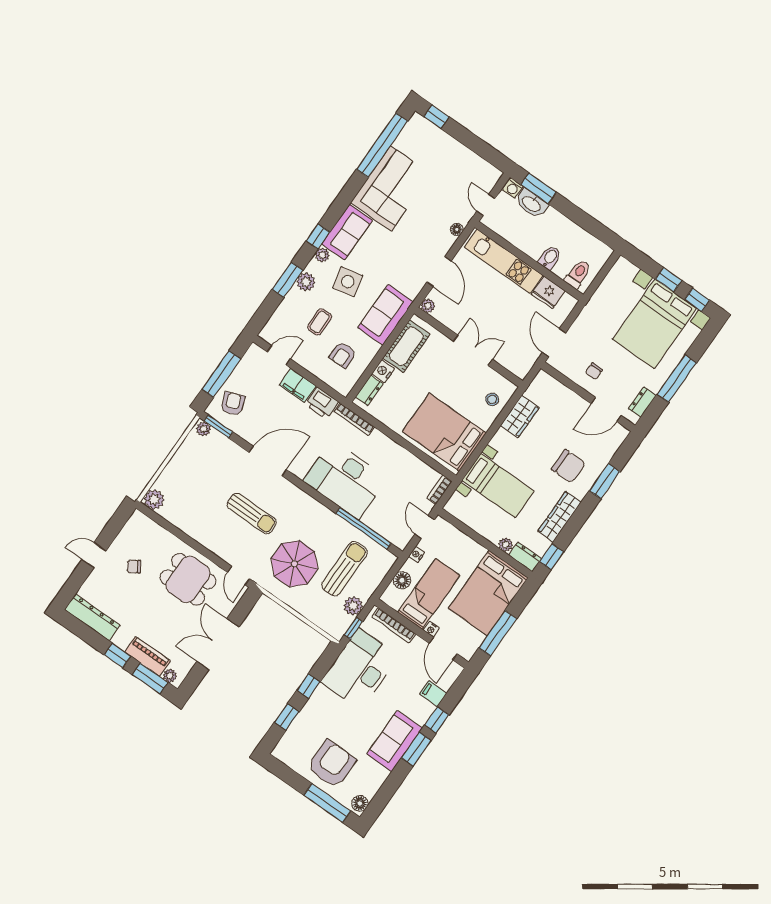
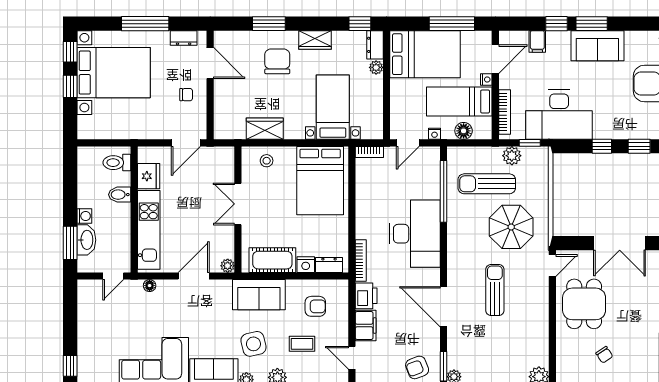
washing machine: (513, 188) -> (84, 216), moved
wardrobe: (559, 517) -> (315, 40), width x0.67

